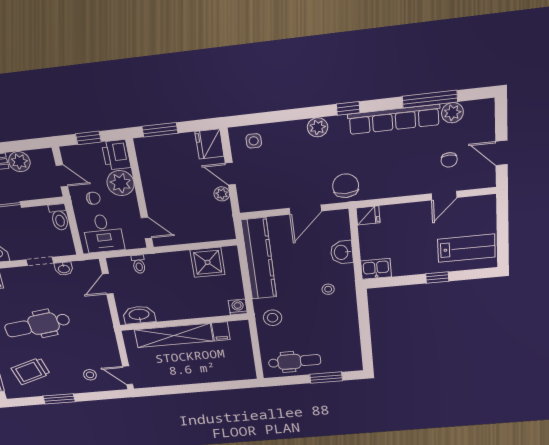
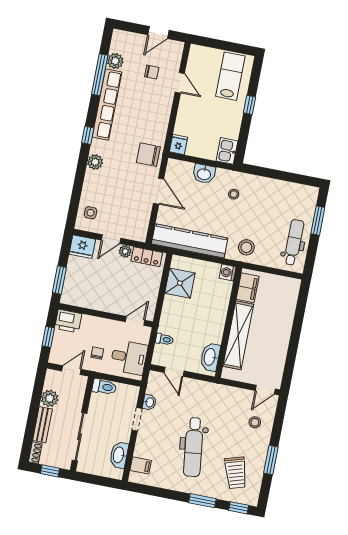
plant: (121, 183) -> (92, 327), removed
locker: (224, 219) -> (147, 257), added
filing cabinet: (221, 331) -> (248, 288), width x2.00

